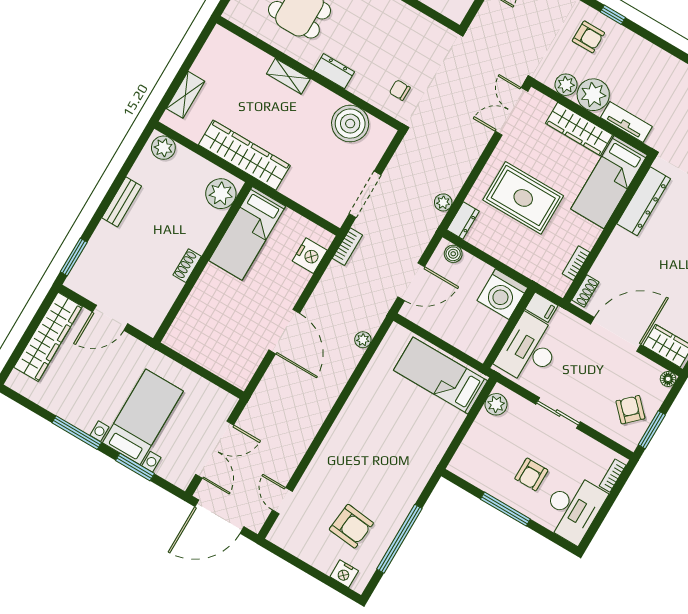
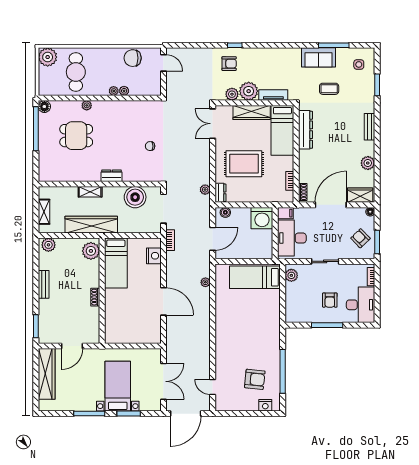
dresser: (334, 71) -> (111, 176), moved
wall: (309, 73) -> (100, 184), moved
shelving: (288, 76) -> (90, 192), moved
boiler: (350, 124) -> (135, 197), moved

